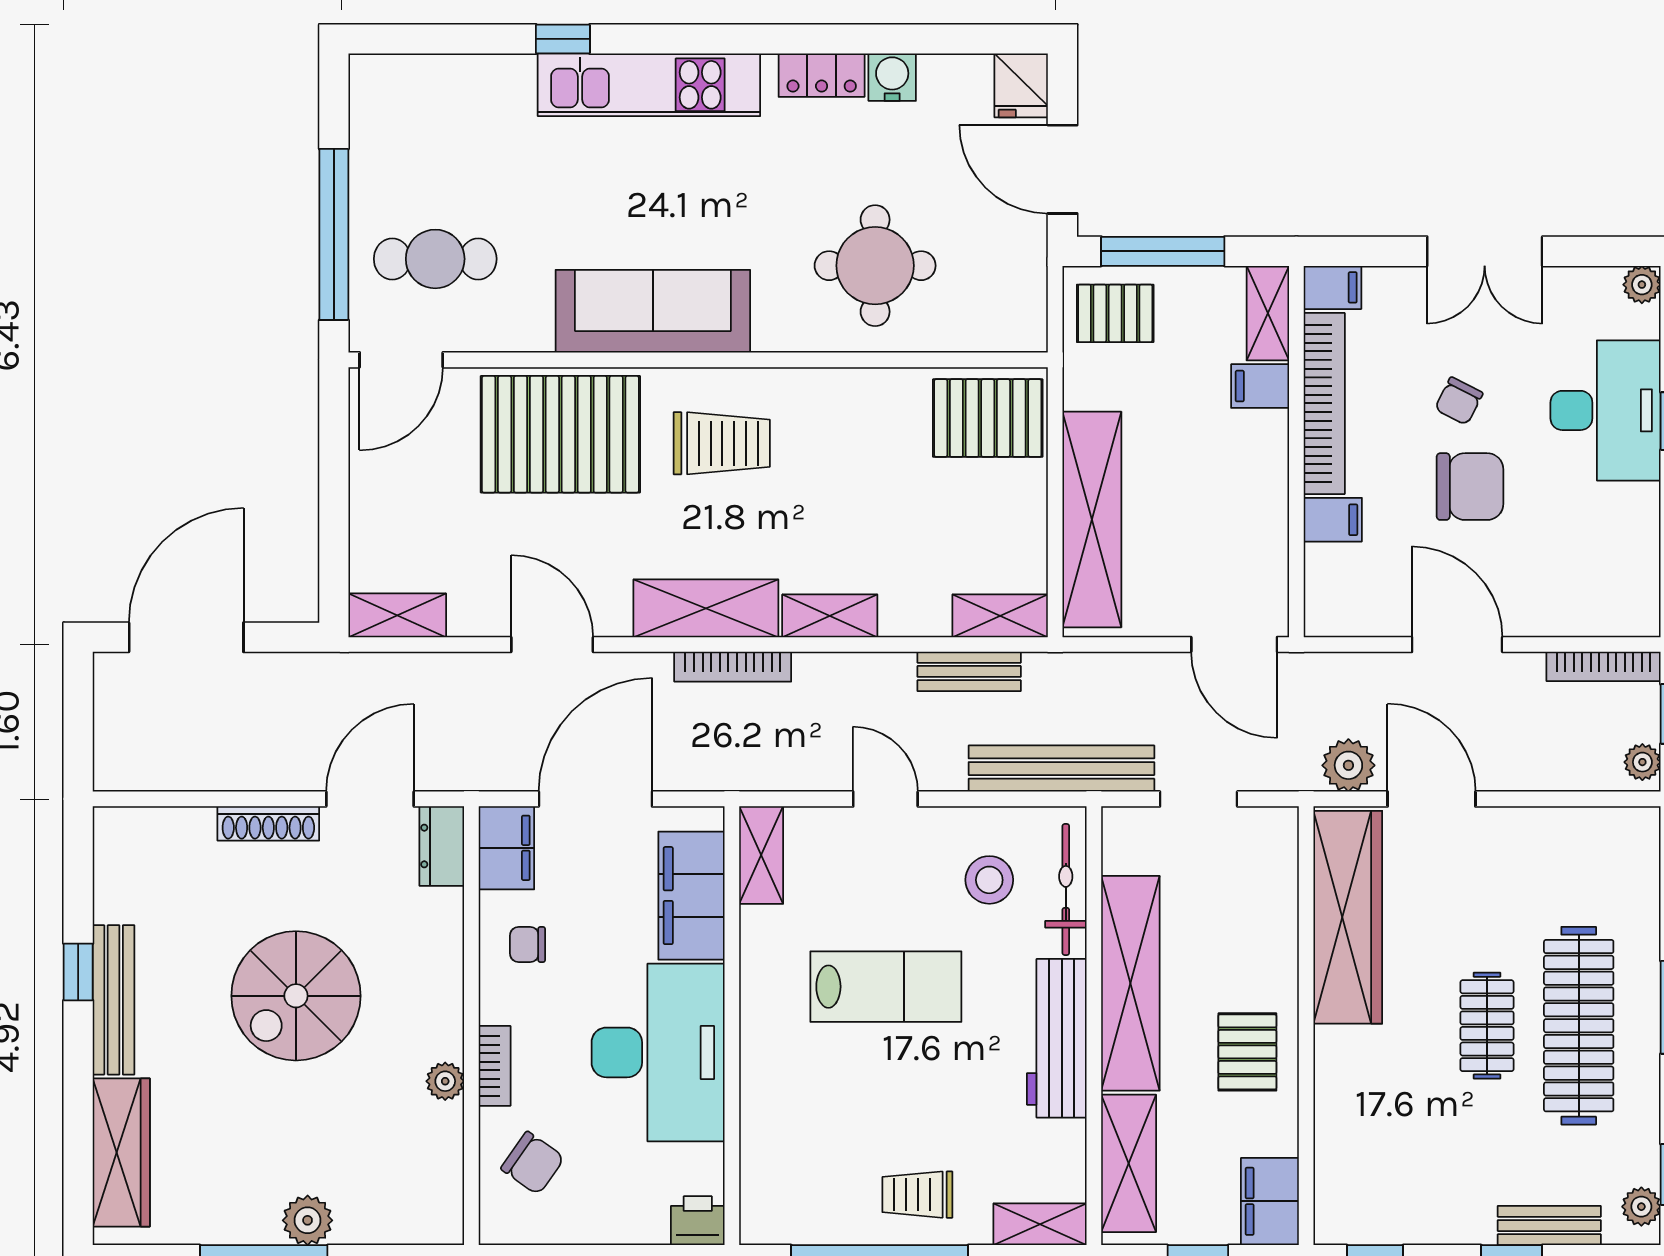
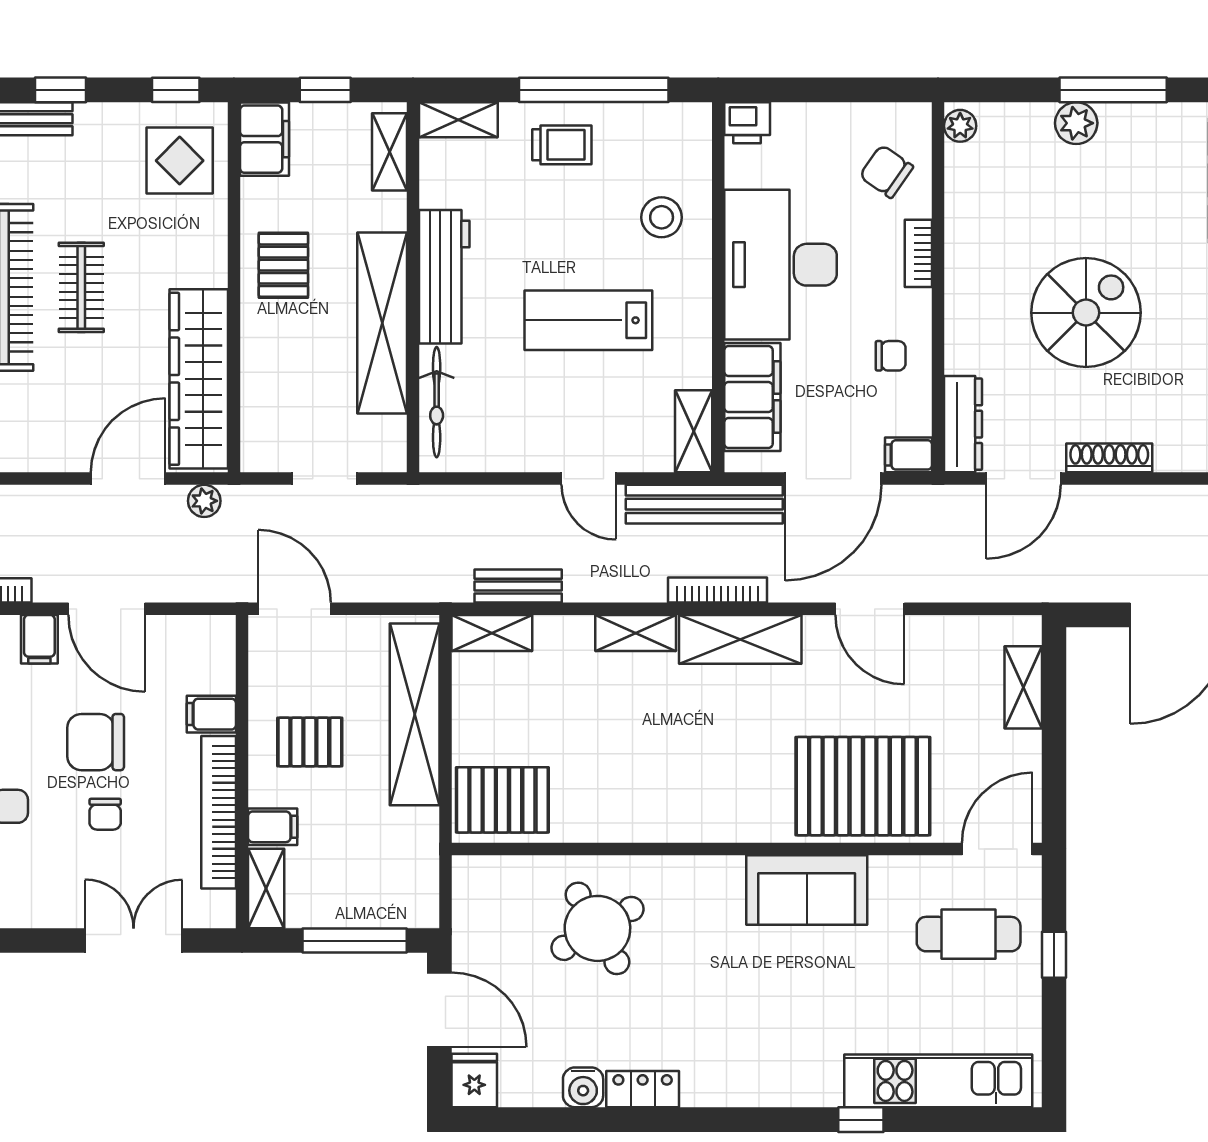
kitchen unit: (649, 85) -> (938, 1081), moved
window: (334, 234) -> (1054, 955), width x0.32
double door: (1485, 251) -> (134, 941), moved
round table: (875, 266) -> (597, 928), turned -30
filing cabinet: (1333, 287) -> (39, 639), moved, turned -90
sofa: (653, 311) -> (807, 890), width x0.73
pallet: (1115, 313) -> (310, 742), moved
chair: (1459, 401) -> (105, 814), turned 153
trolley: (722, 443) -> (727, 779), removed
shelving: (397, 615) -> (1023, 687), moved, turned 90
plant: (1348, 765) -> (204, 501), width x0.73, depth x0.73
bench: (1061, 769) -> (704, 504), moved
door: (1432, 799) -> (128, 479), swing flipped
dresser: (442, 846) -> (963, 424), width x1.44
filing cabinet: (506, 848) -> (908, 455), width x0.50
stool: (989, 880) -> (662, 217), moved
plant: (445, 1081) -> (960, 126), moved
shelving: (1129, 1163) -> (389, 152), width x0.67, depth x0.75
display table: (1370, 1176) -> (180, 161), added

